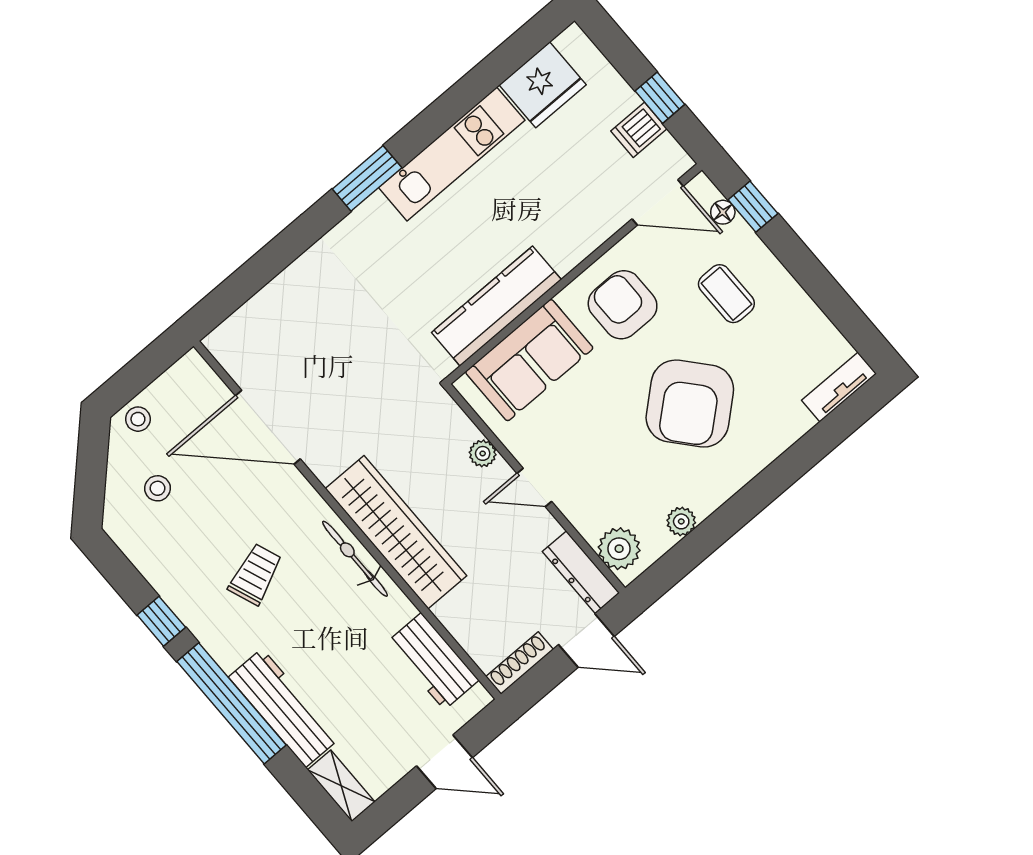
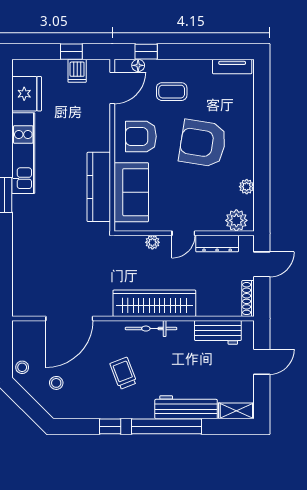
tv unit: (839, 387) -> (232, 67), moved, turned -90
armchair: (690, 404) -> (203, 143), turned 140
dresser: (581, 572) -> (217, 244), moved

